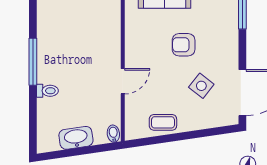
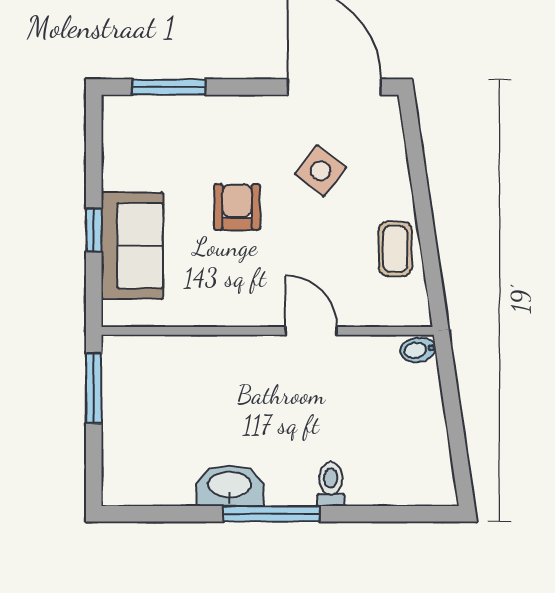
armchair: (184, 45) -> (237, 207), turned 180
washbasin: (76, 138) -> (230, 486), moved, turned 98

